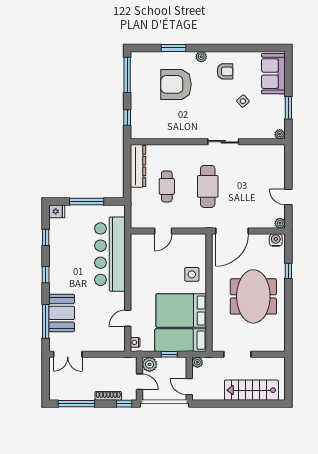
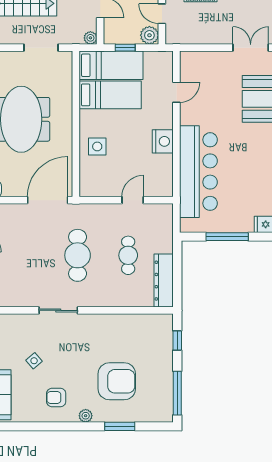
bed: (181, 311) -> (110, 95), width x0.67
nightstand: (135, 342) -> (163, 141), moved, width x1.89, depth x1.79

